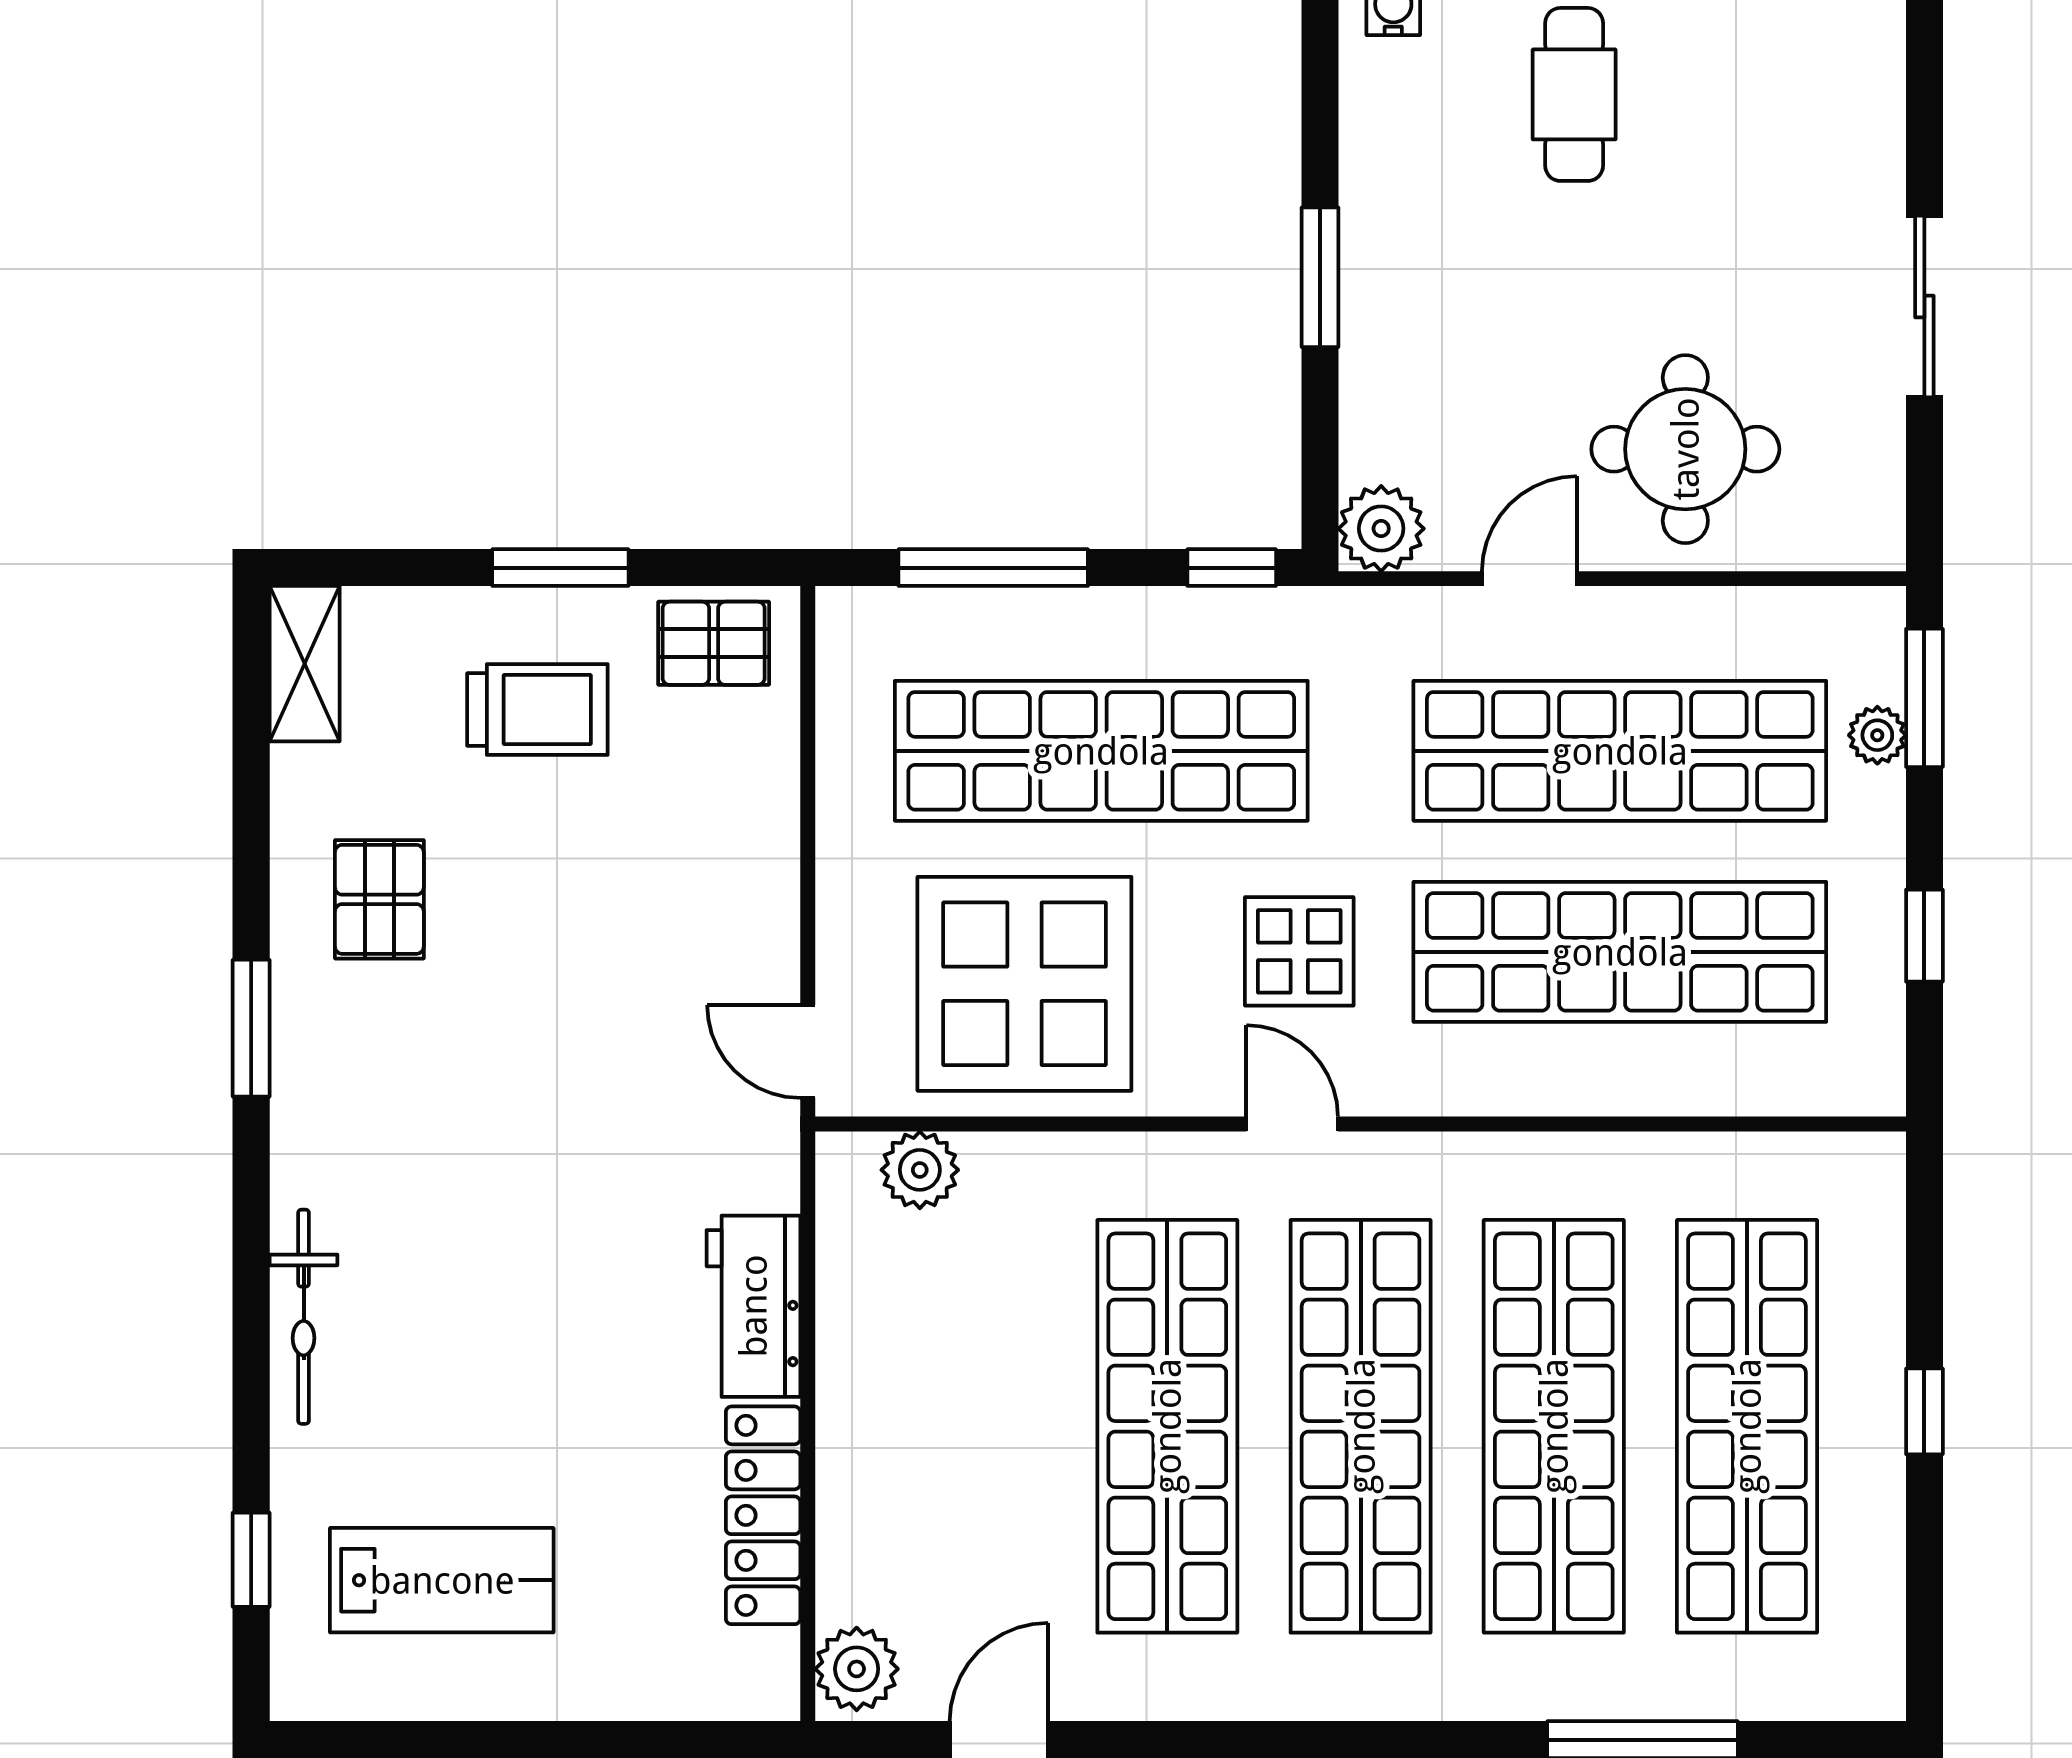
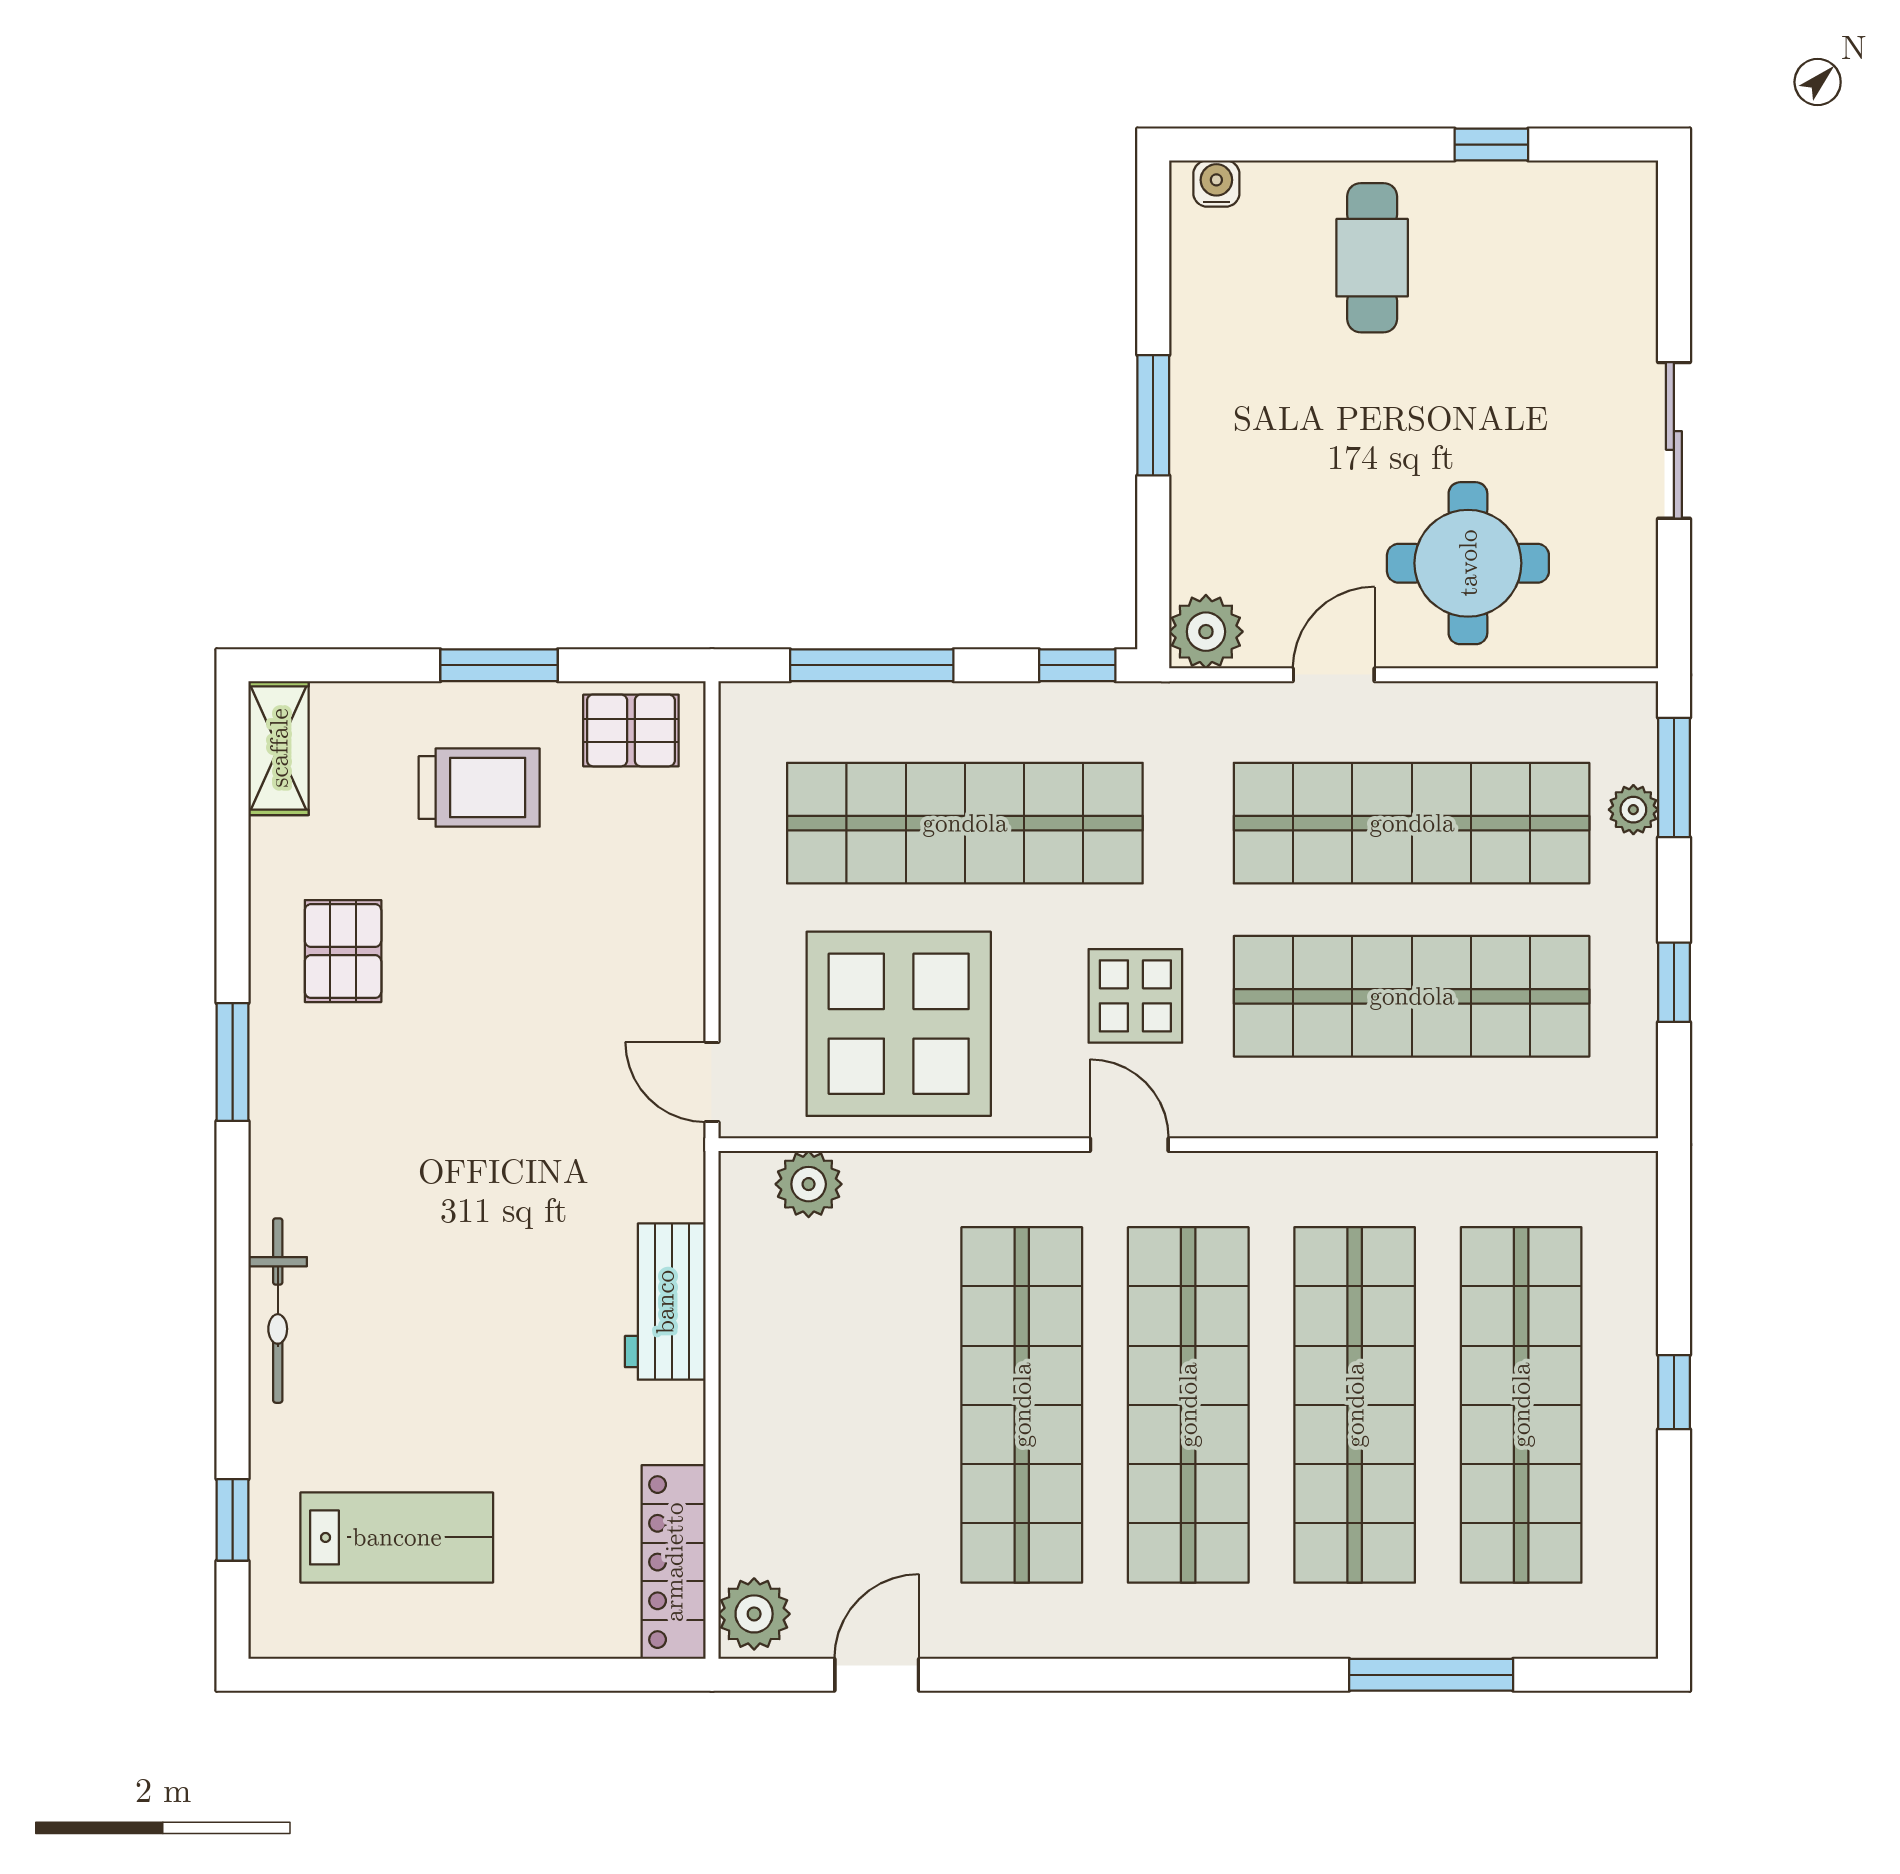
locker: (763, 1515) -> (674, 1562), moved

